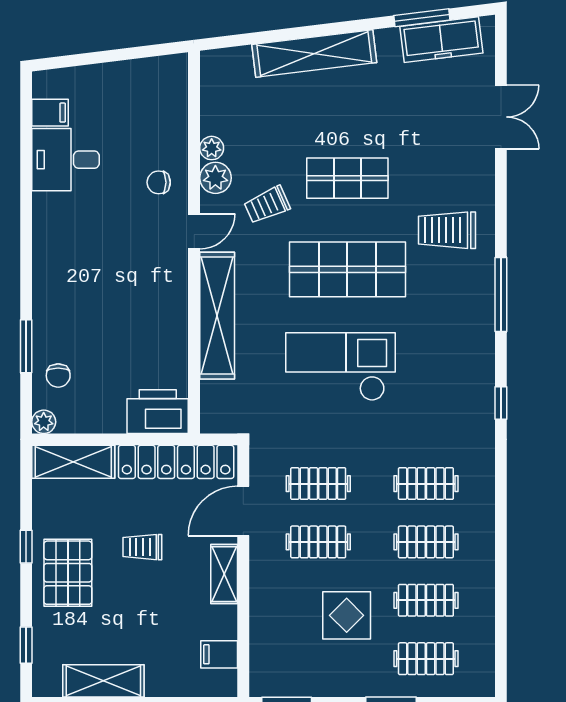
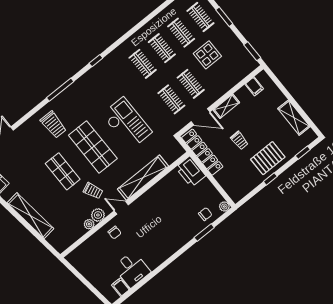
checkout: (340, 367) -> (127, 123), turned 180
shelving: (73, 462) -> (230, 186), removed

